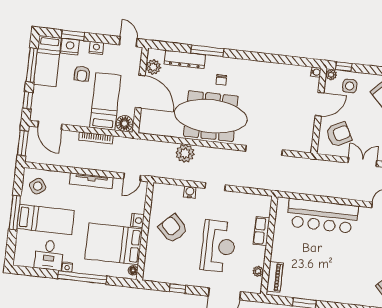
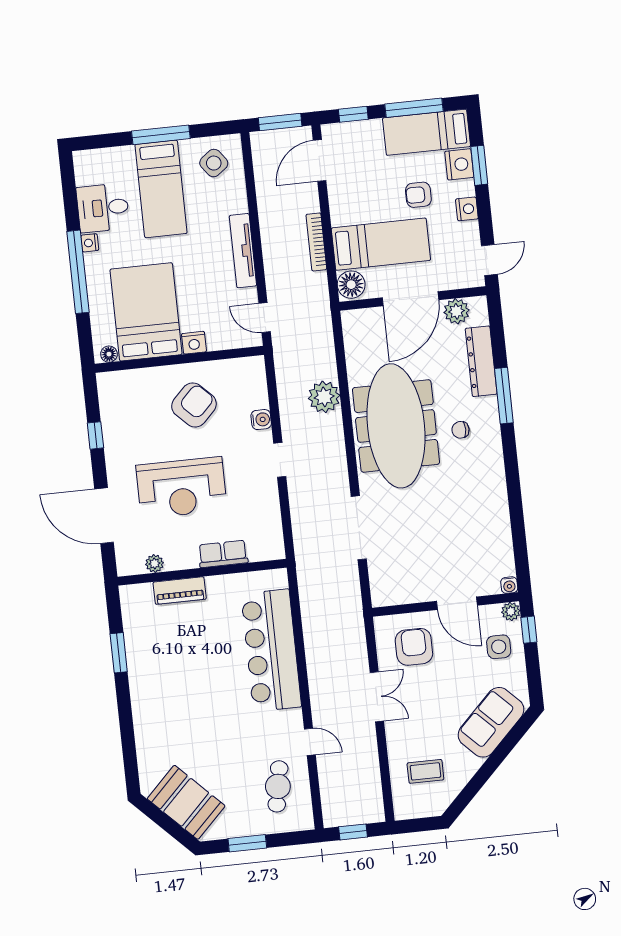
armchair: (339, 134) -> (414, 647), turned -153
piano: (275, 277) -> (180, 591), moved

